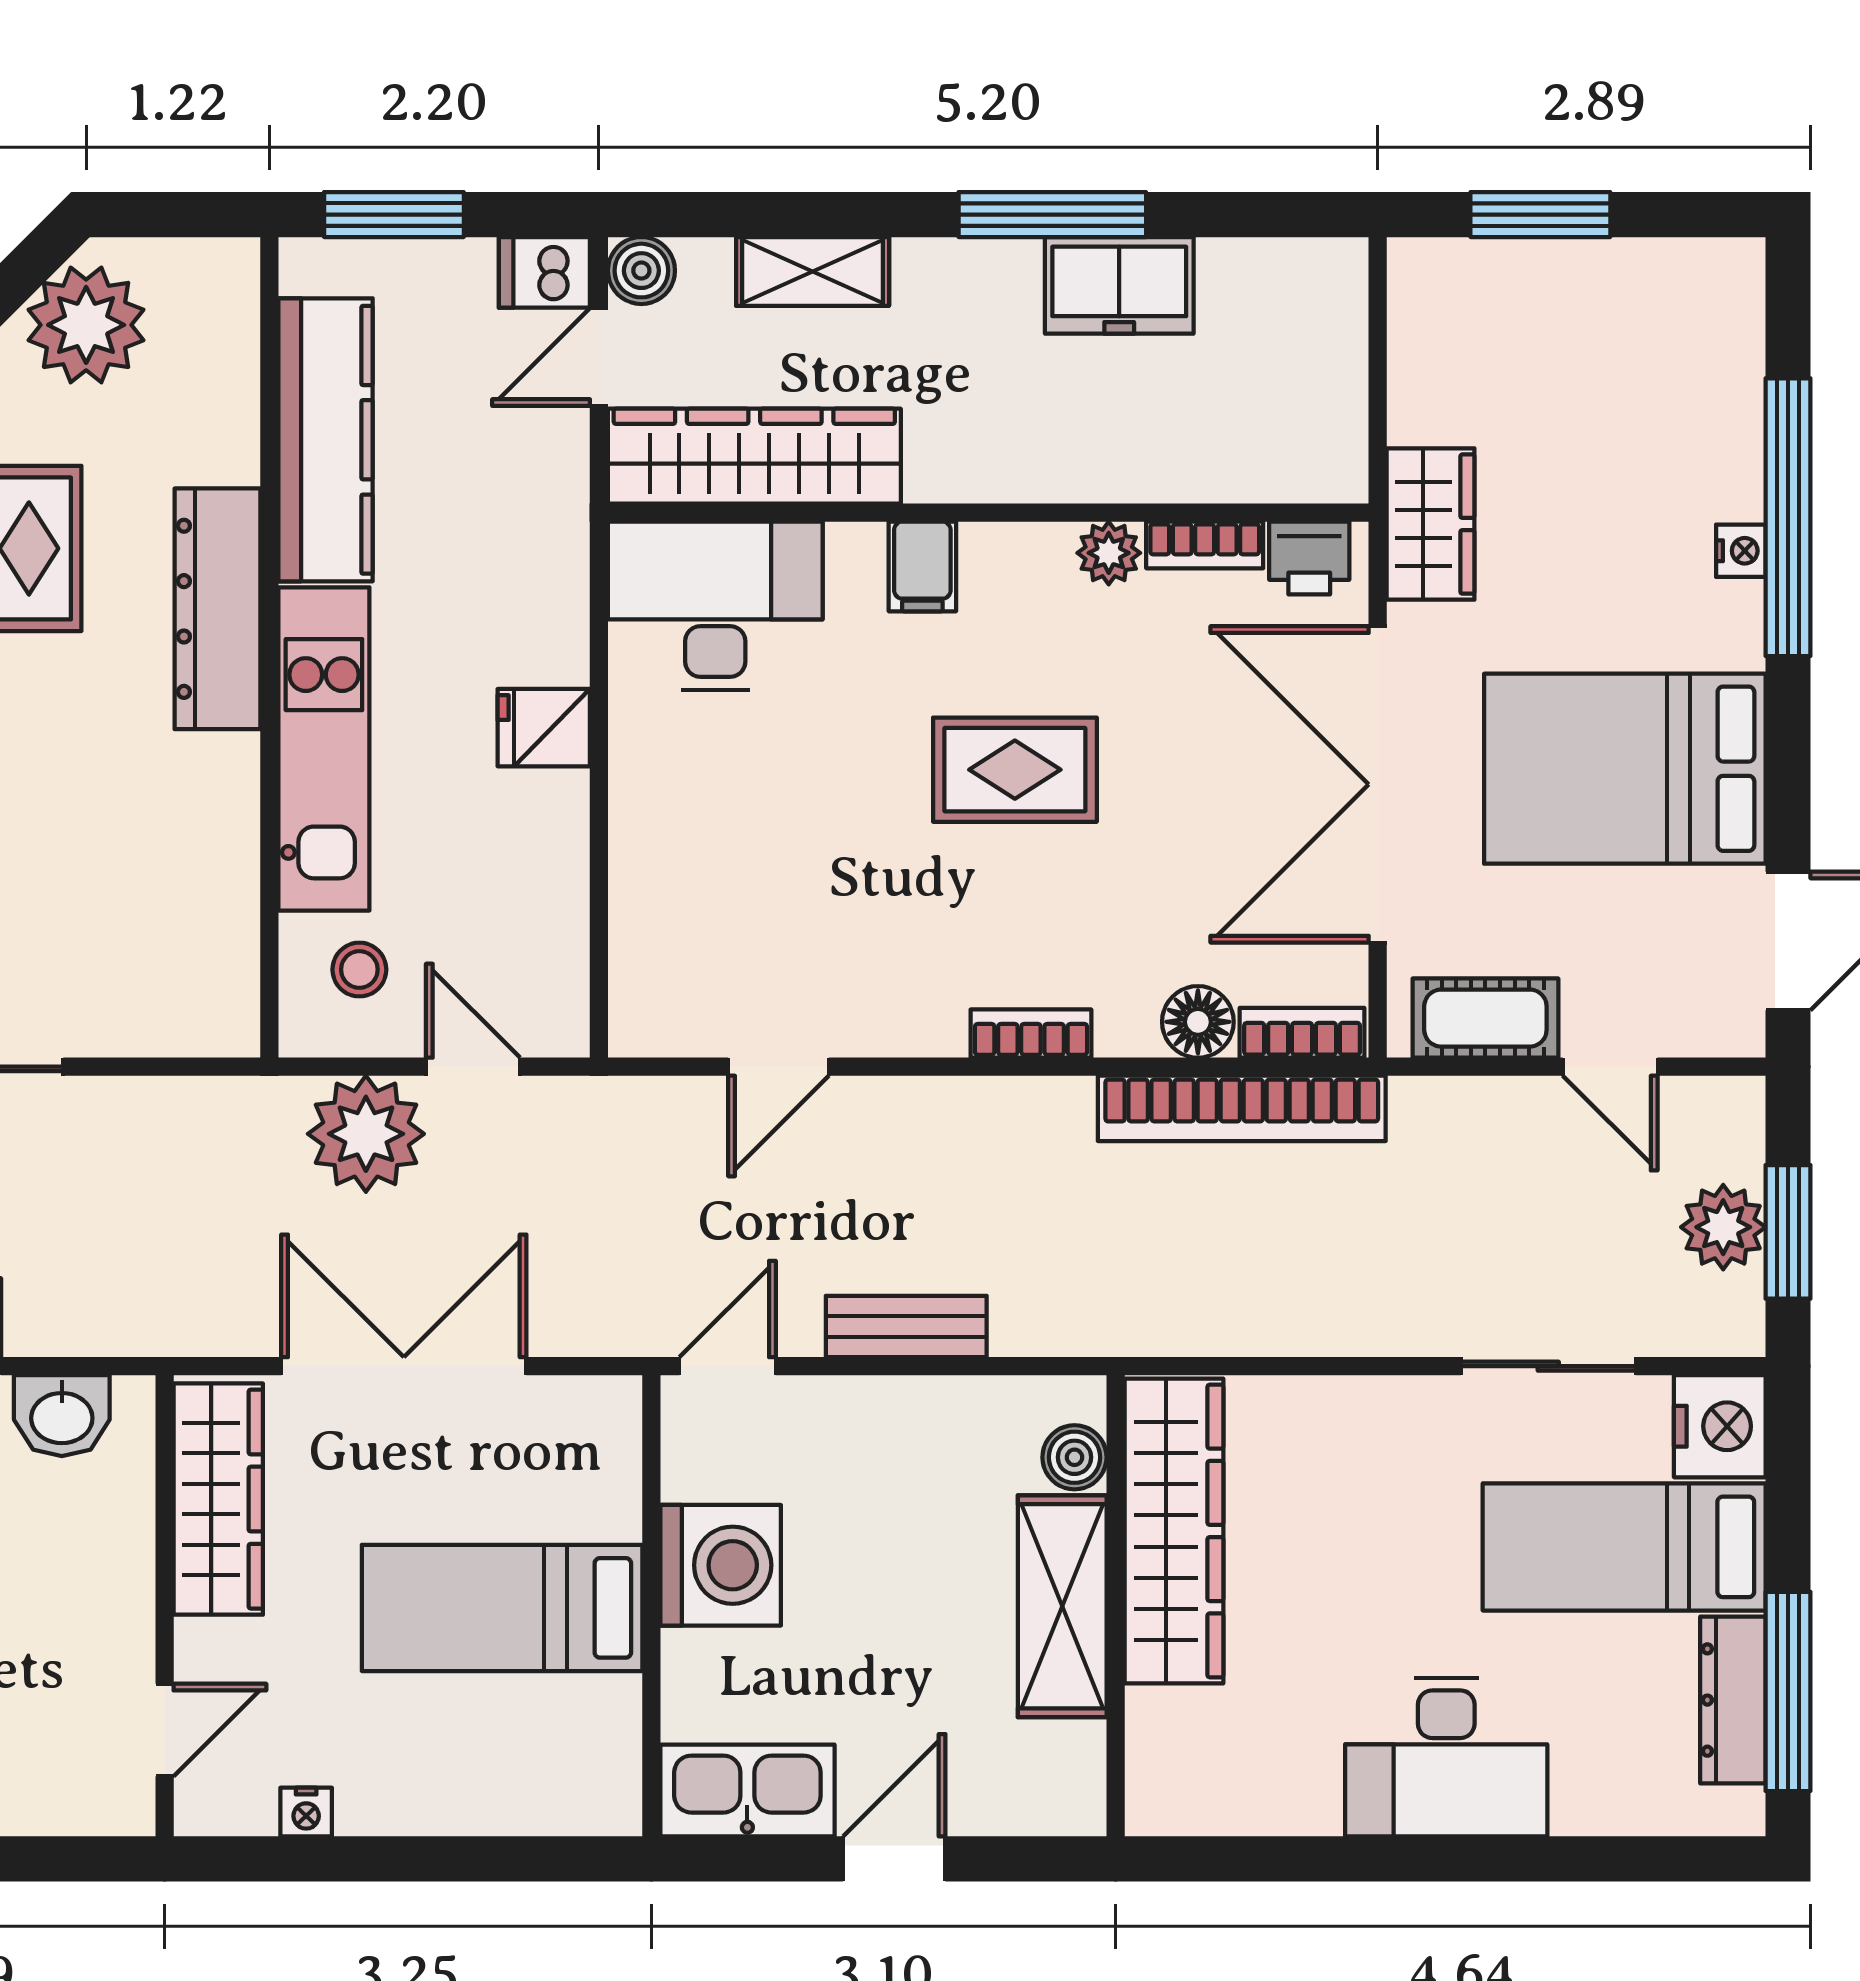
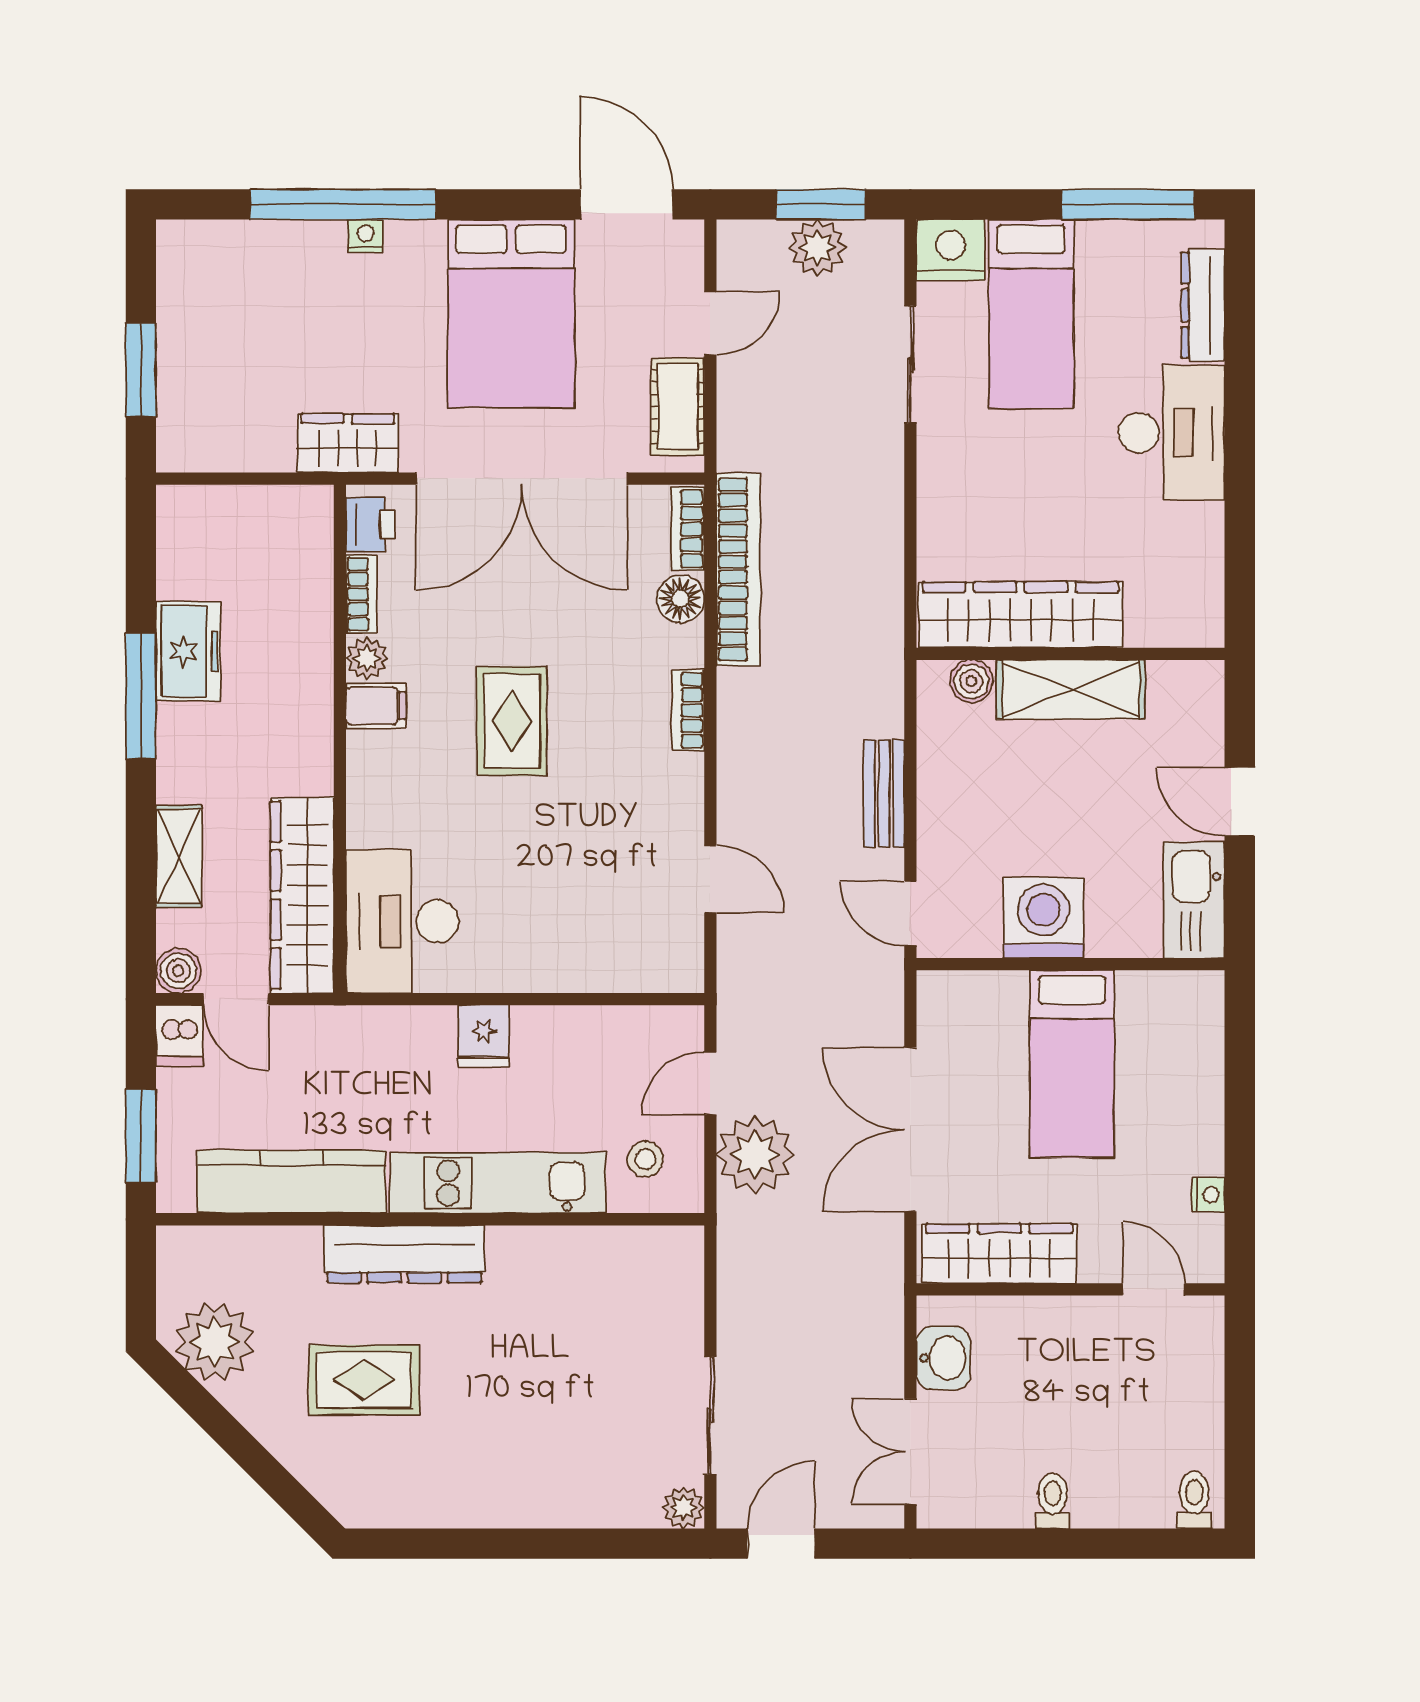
filing cabinet: (922, 566) -> (376, 706), moved
dresser: (1733, 1700) -> (1203, 305), moved, turned 90

